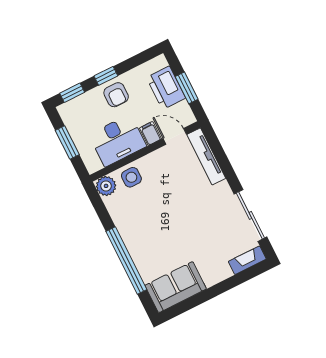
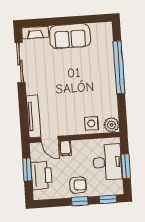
armchair: (116, 95) -> (78, 185), turned 90
desk: (118, 140) -> (107, 162), moved, turned 90
sofa: (176, 287) -> (70, 36), moved

